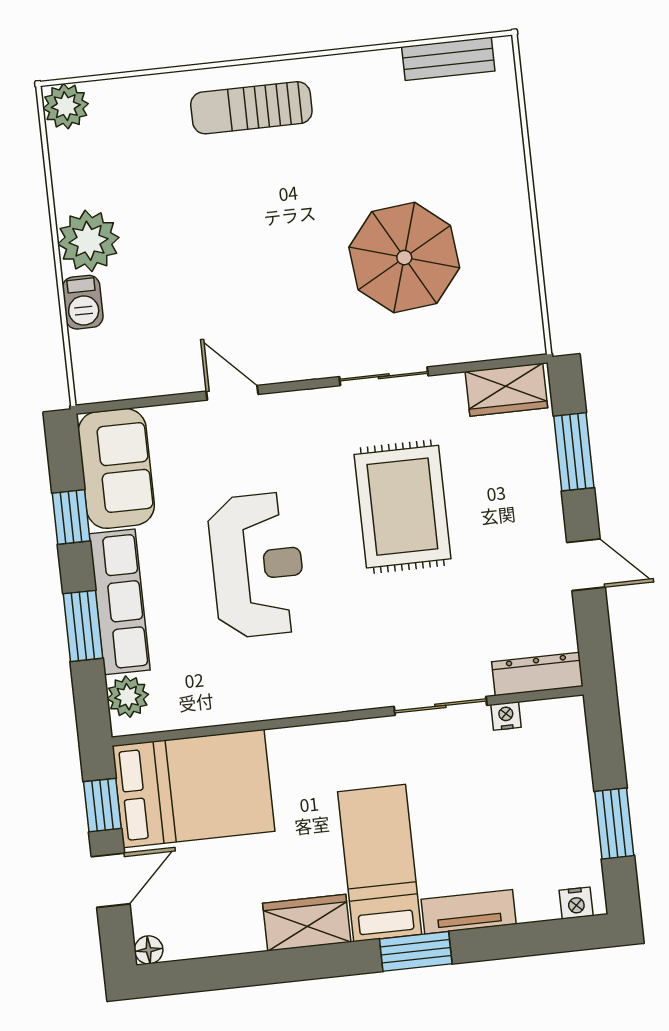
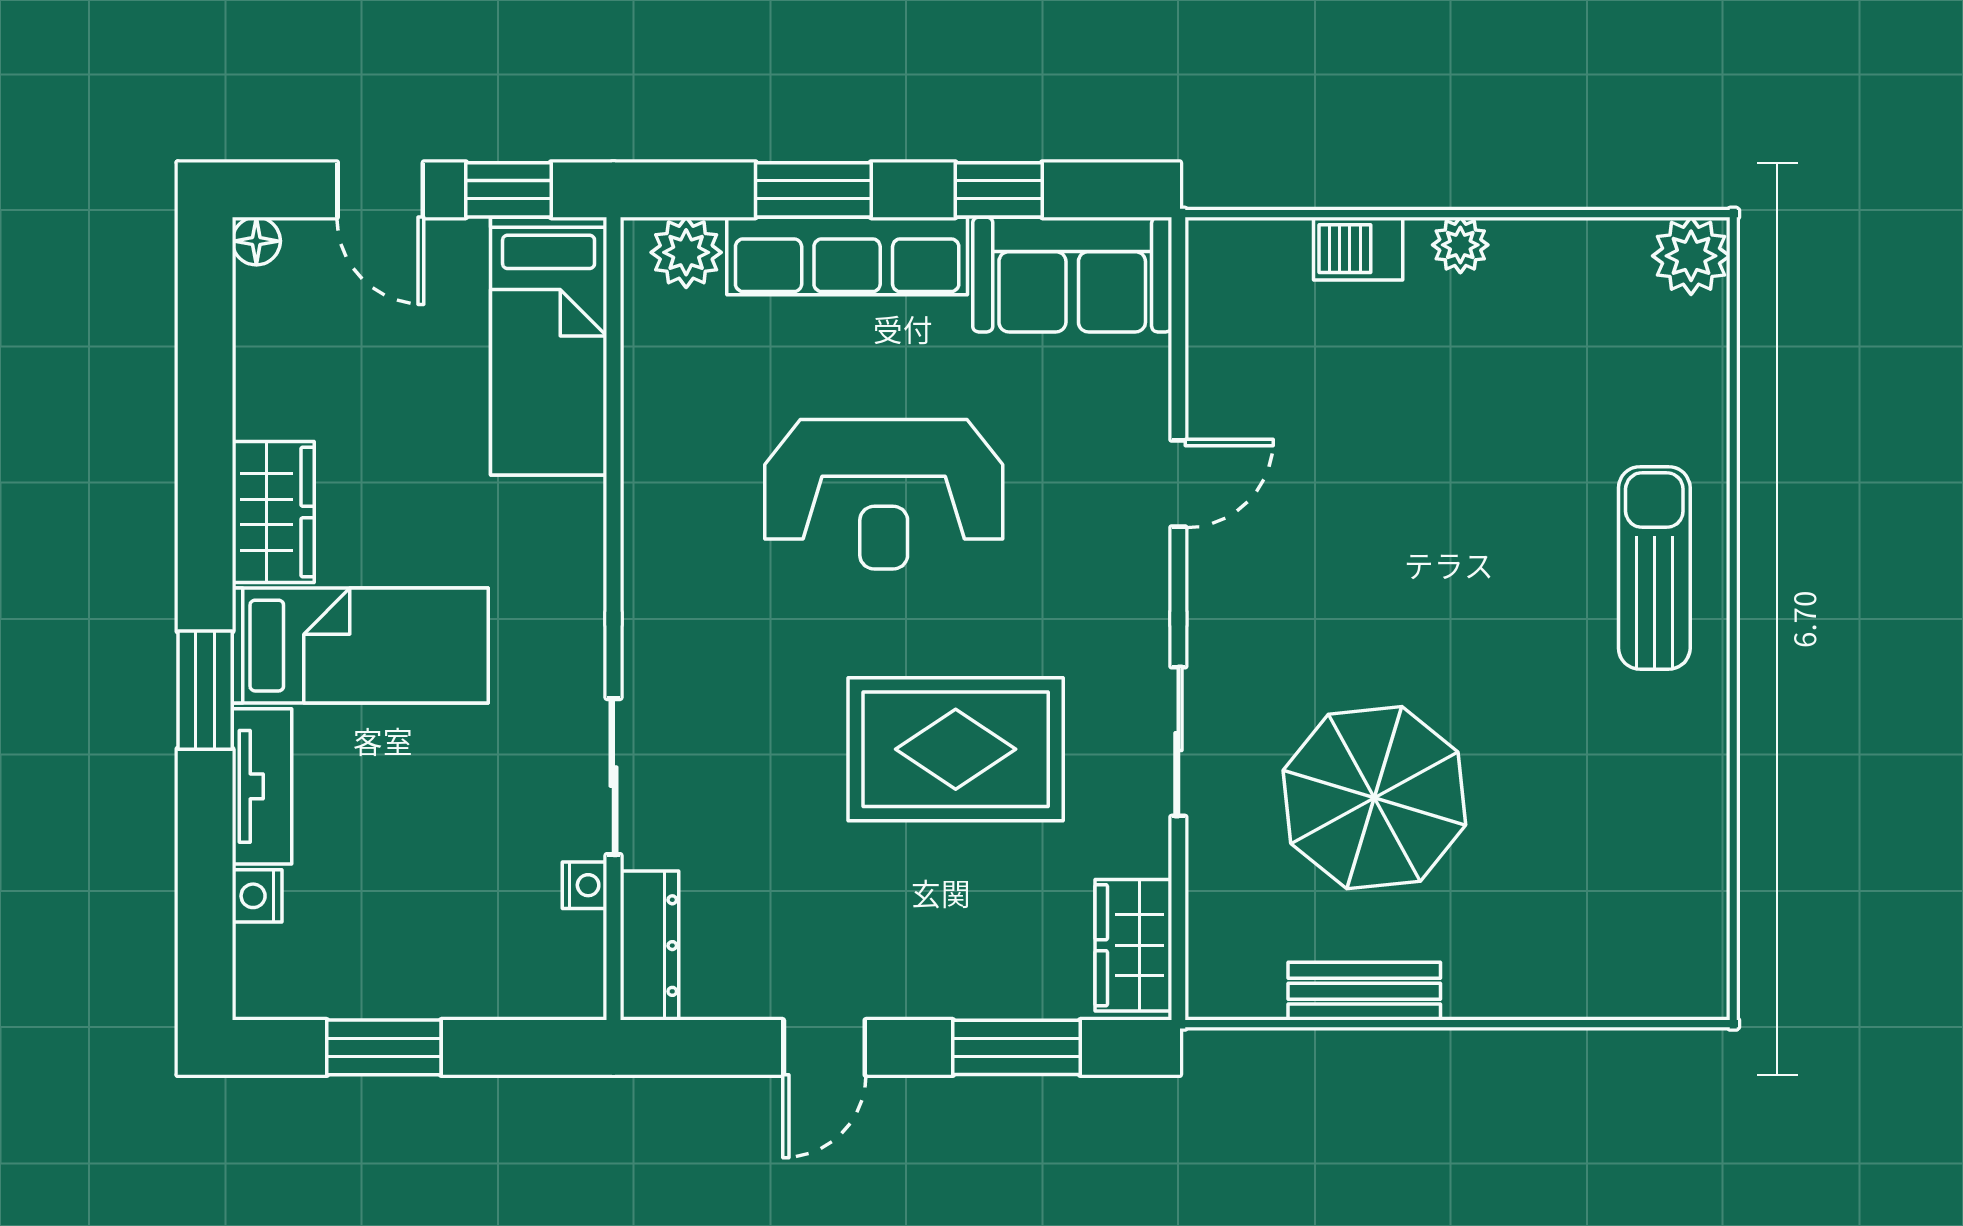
bench: (448, 59) -> (1364, 991), moved, turned 90
plant: (88, 241) -> (1460, 245), width x0.53, depth x0.53
bed: (194, 789) -> (549, 346), width x0.67
nightstand: (576, 903) -> (257, 896), moved

